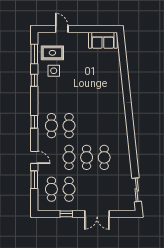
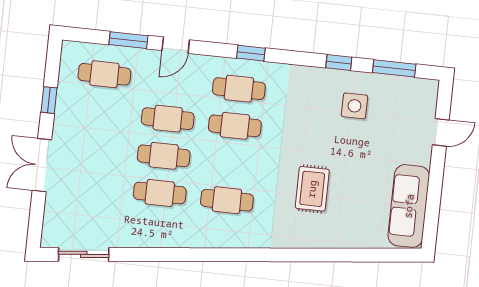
sofa: (103, 40) -> (409, 206), width x1.36
rug: (52, 53) -> (312, 189), moved
cafe table: (69, 189) -> (227, 200), moved

